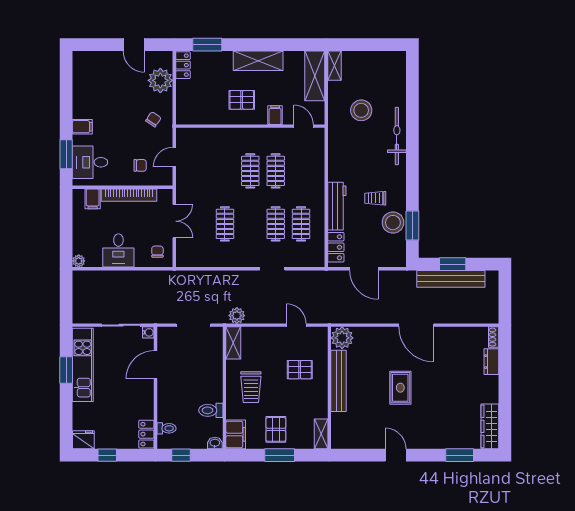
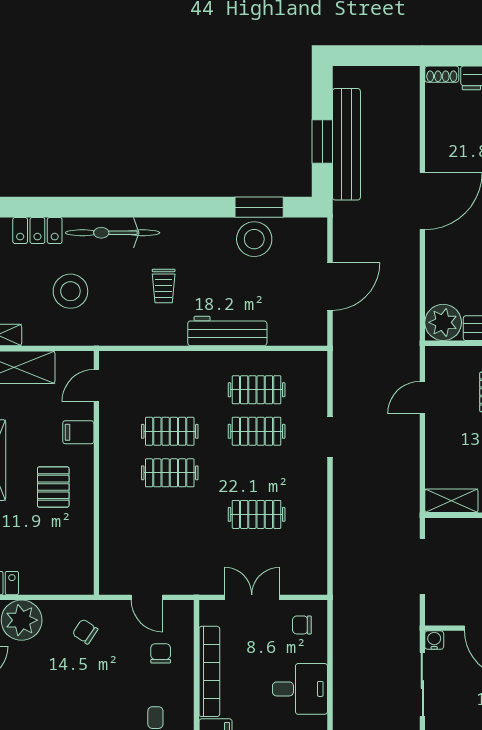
trolley: (375, 198) -> (164, 286), moved
locker: (336, 247) -> (37, 231), moved, turned 180
plant: (237, 316) -> (407, 495), removed

